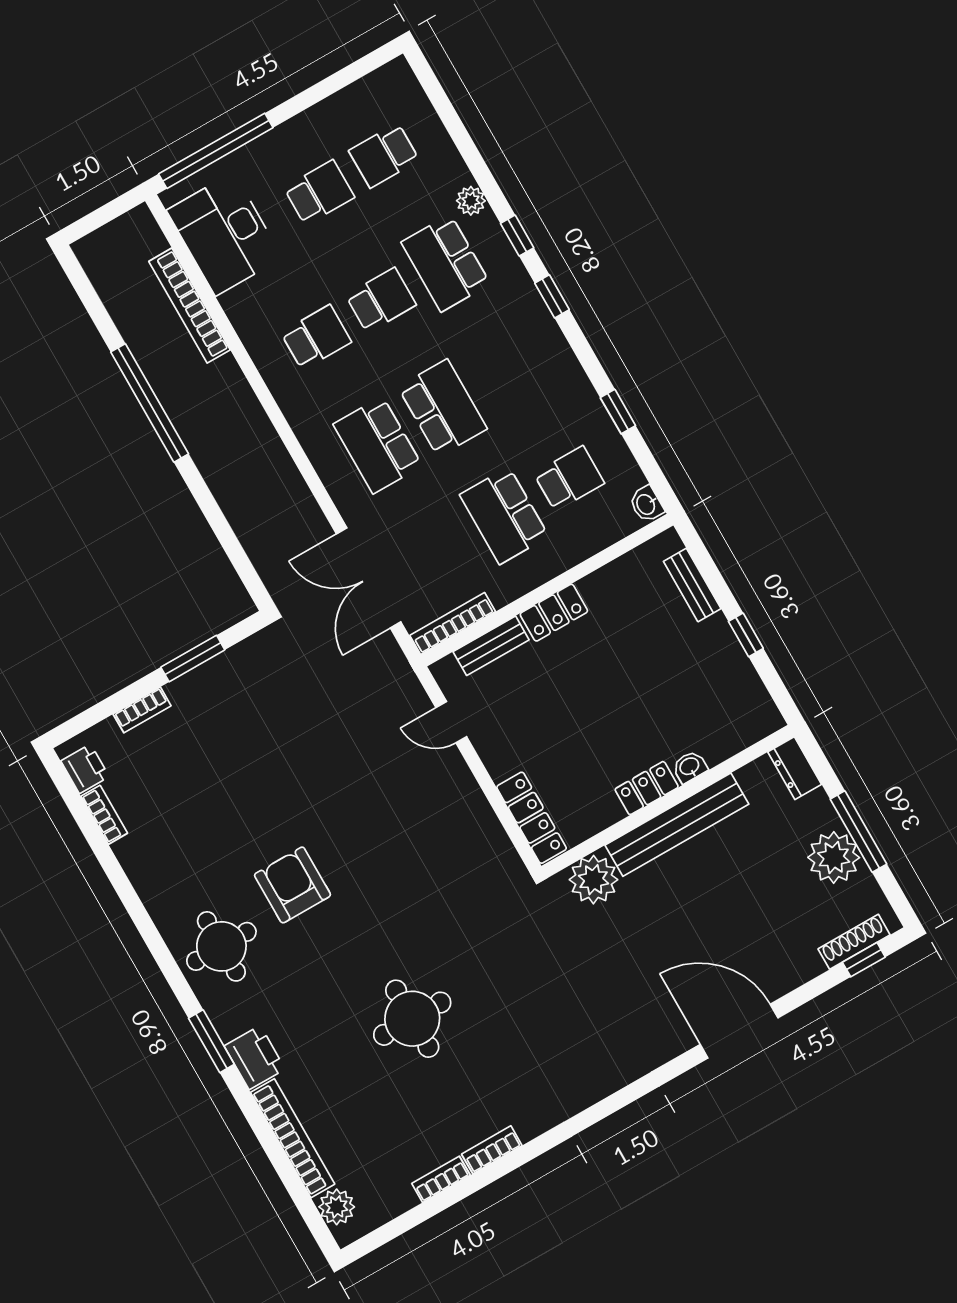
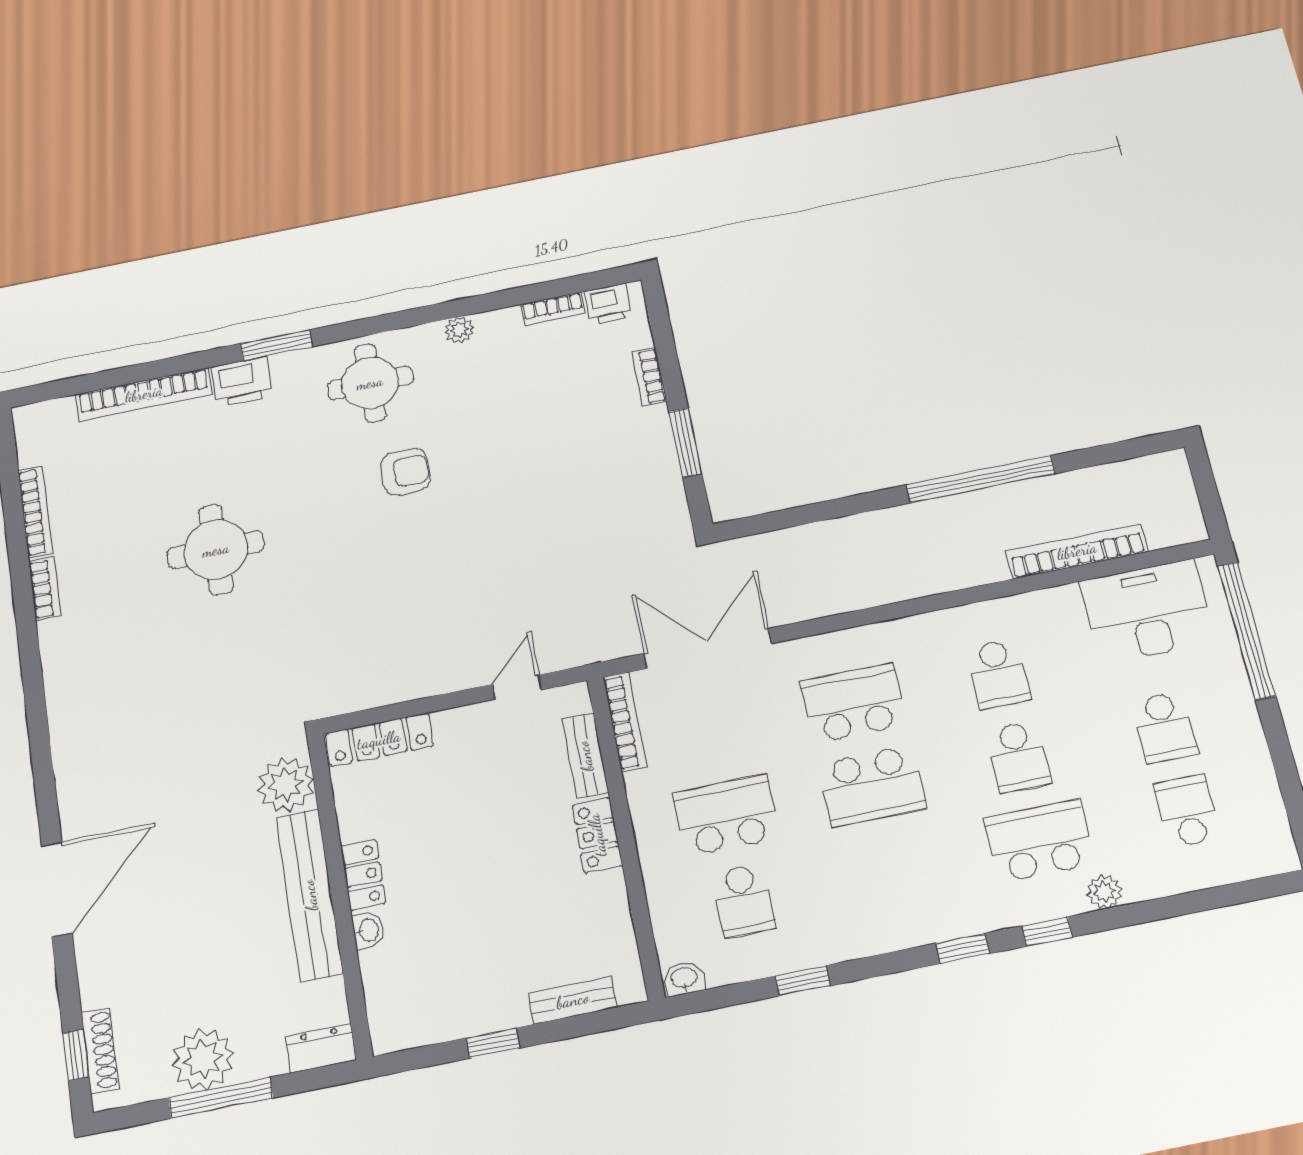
armchair: (293, 885) -> (406, 472), width x0.72, depth x0.72
bookcase: (441, 1179) -> (35, 512), width x1.56
plant: (337, 1207) -> (459, 330), moved, width x0.73, depth x0.73

